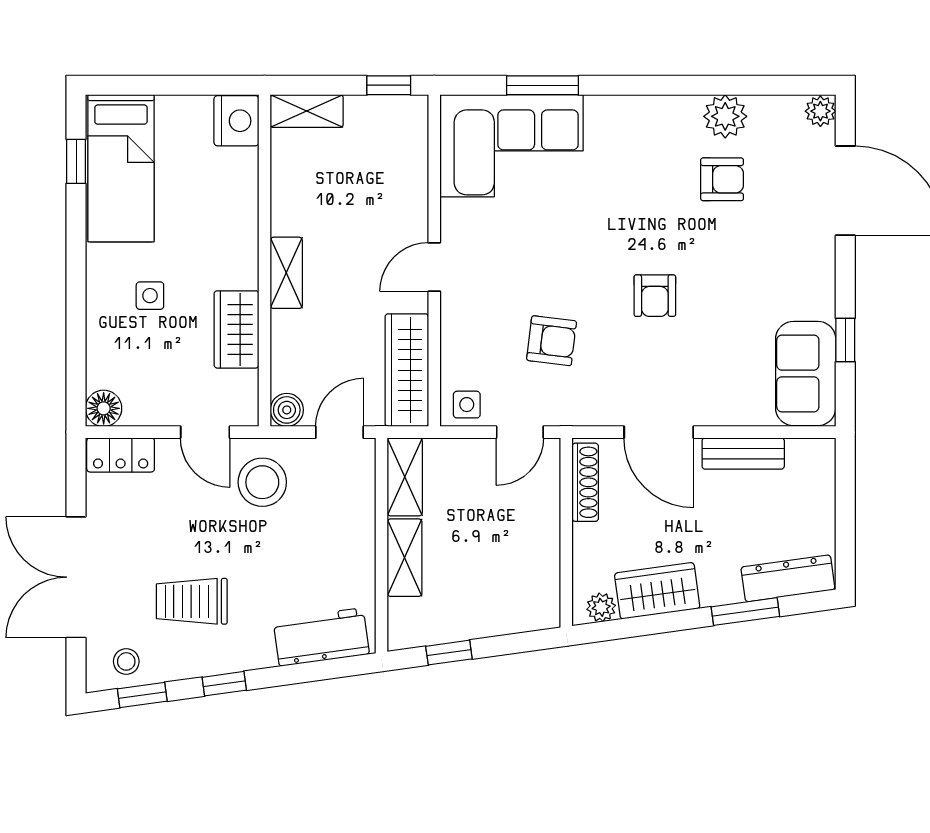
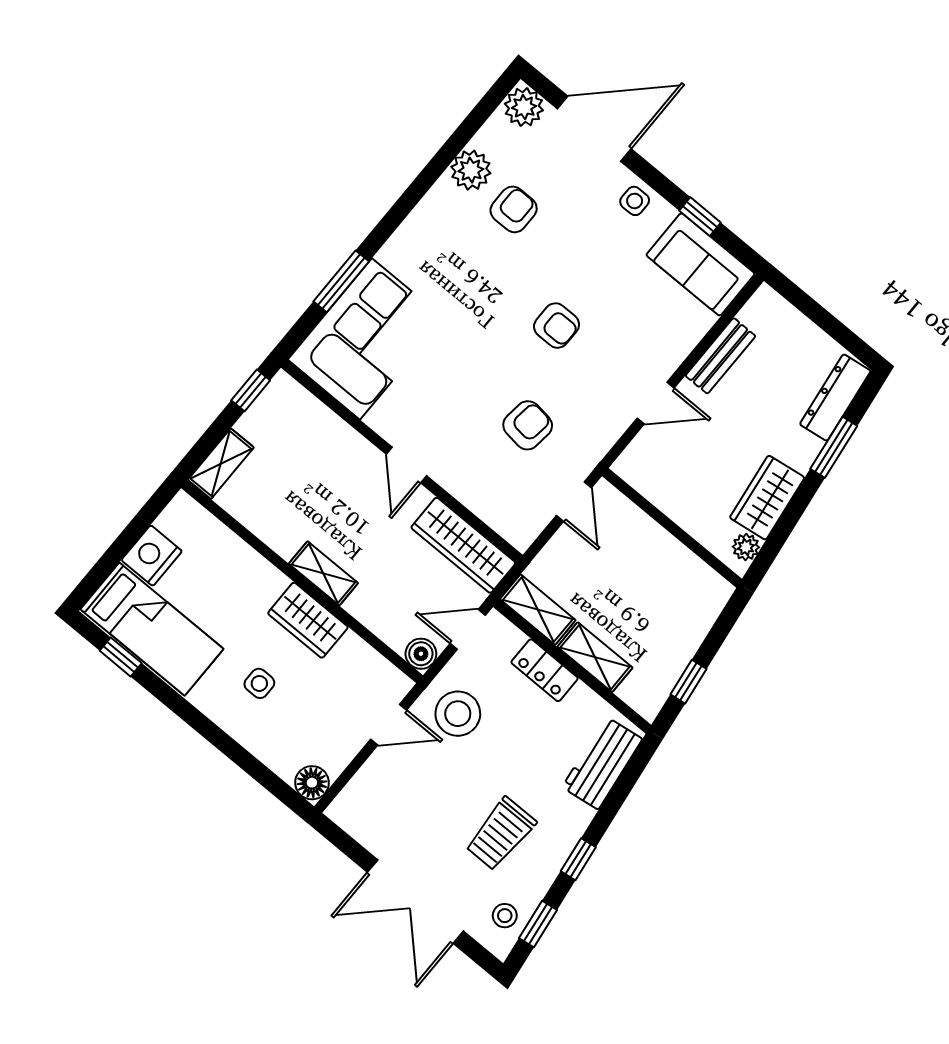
plant: (820, 111) -> (524, 107), width x1.38, depth x1.38
nightstand: (236, 121) -> (152, 556), moved, turned -90
wardrobe: (236, 329) -> (308, 620), moved
side table: (467, 405) -> (635, 201), moved
door: (340, 432) -> (468, 629), hinge flipped
door: (659, 432) -> (656, 403), width x0.73
locker: (121, 455) -> (545, 670), moved, turned 90
shoe rack: (585, 482) -> (648, 485), removed

